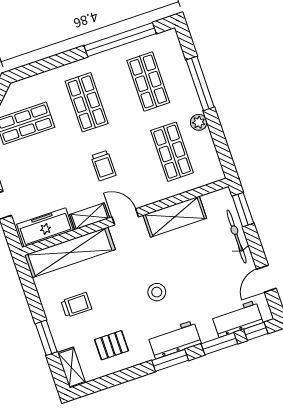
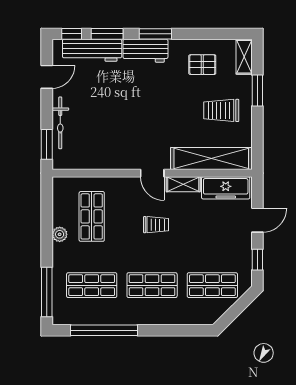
shop shelf: (148, 81) -> (92, 285), turned 90
window: (200, 83) -> (47, 292), moved
shop shelf: (87, 102) -> (152, 285), turned 90
trolley: (103, 166) -> (156, 225), turned 90
shelving: (175, 217) -> (109, 159), removed
stool: (157, 292) -> (147, 98), removed
trolley: (76, 305) -> (221, 110), width x1.36, depth x1.39
workbench: (237, 319) -> (92, 50), width x1.37

